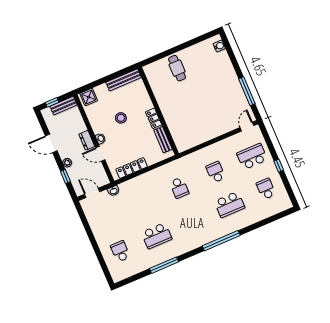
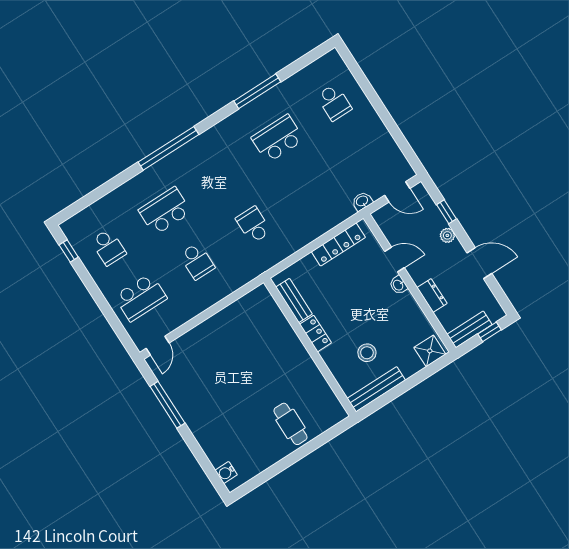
stool: (121, 118) -> (367, 353), moved
dresser: (87, 140) -> (432, 295), moved
window: (279, 166) -> (69, 251), moved

